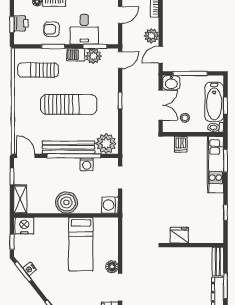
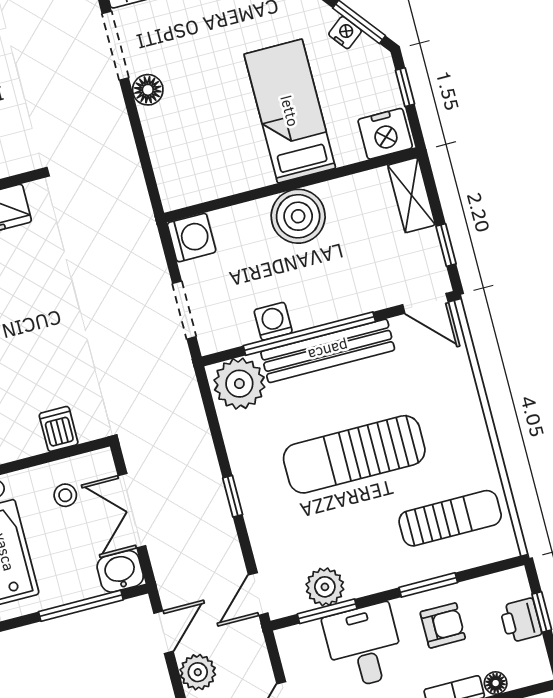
barbecue: (76, 55) -> (368, 579), removed
bed: (81, 244) -> (290, 111), moved

